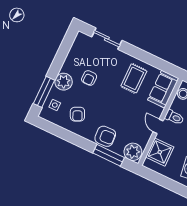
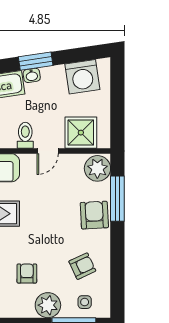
armchair: (89, 78) -> (27, 273), turned -90

